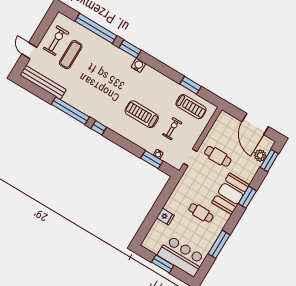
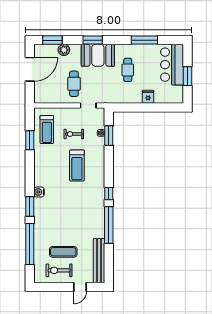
treadmill: (191, 107) -> (47, 129), turned 180
plant: (260, 156) -> (64, 50), moved

